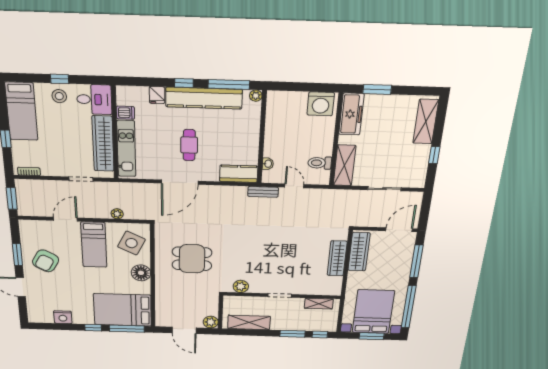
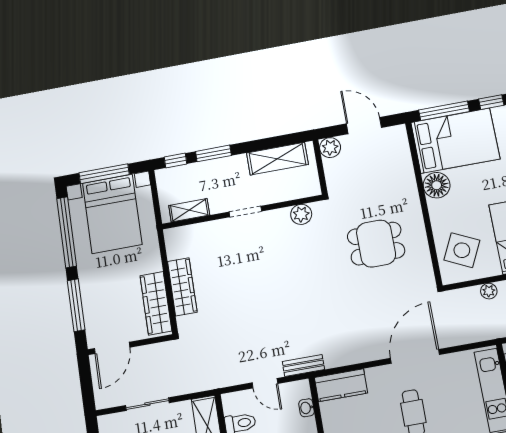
floor lamp: (141, 273) -> (437, 185), moved
window: (372, 336) -> (104, 174), width x1.44

